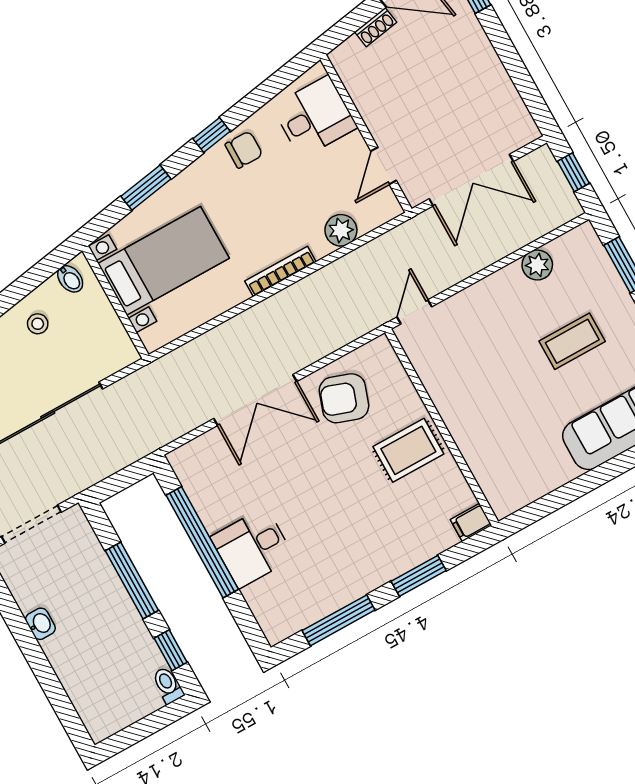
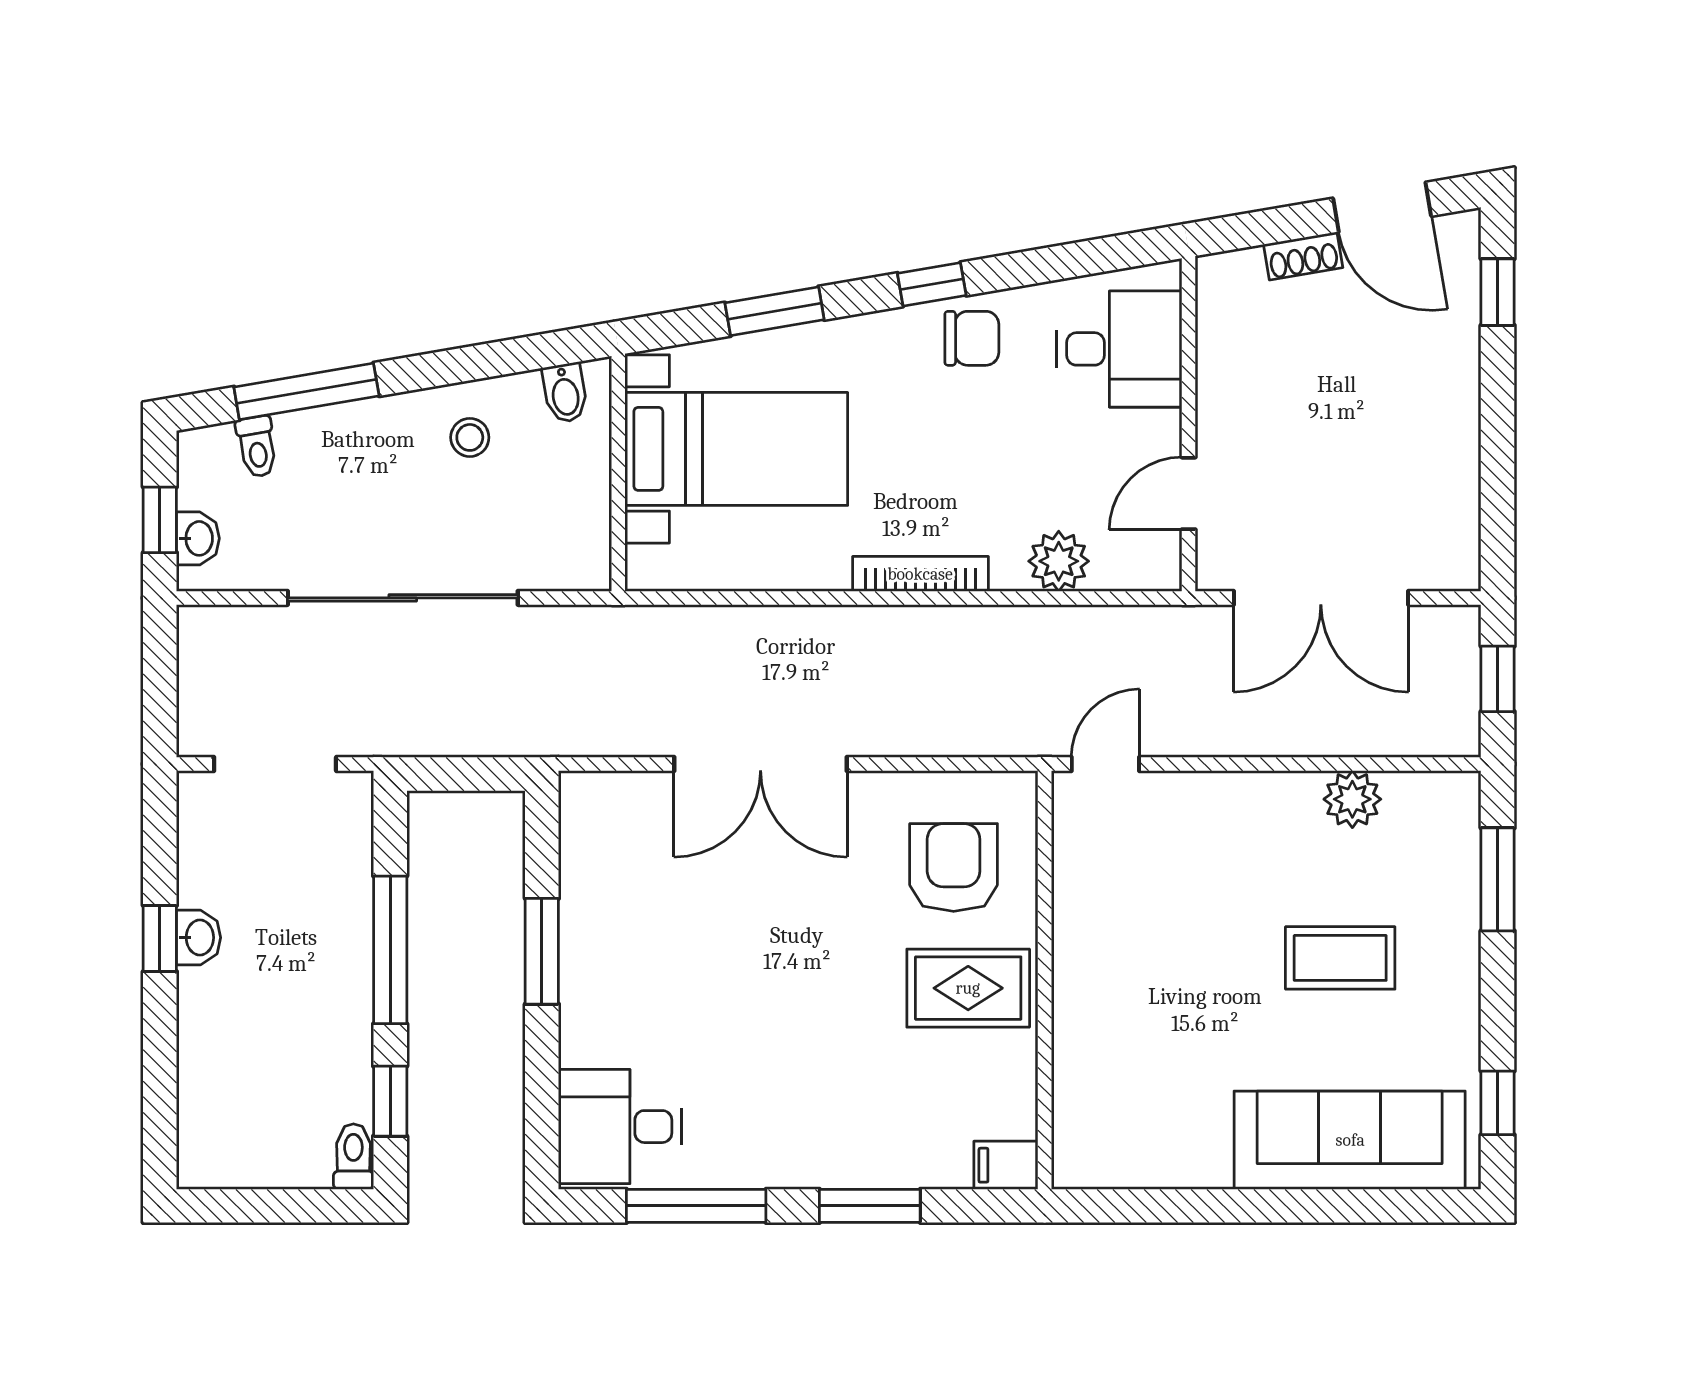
armchair: (344, 398) -> (954, 867), moved, turned 71
window: (202, 542) -> (542, 951), width x0.47
desk: (252, 548) -> (620, 1127), moved
window: (23, 634) -> (160, 938), added

